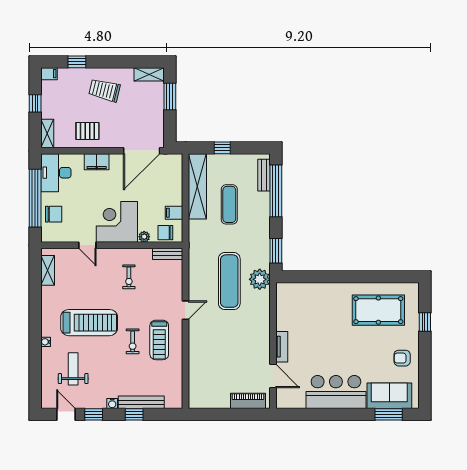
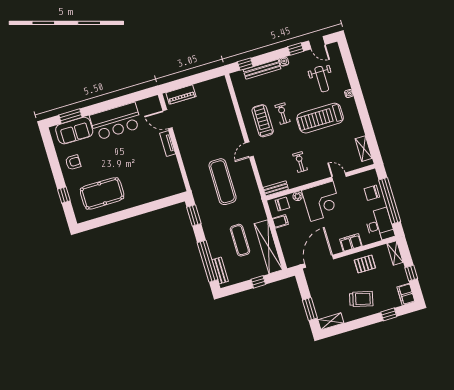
filing cabinet: (49, 74) -> (406, 294), width x2.00
plant: (260, 279) -> (200, 190), removed
window: (134, 414) -> (245, 64), moved

